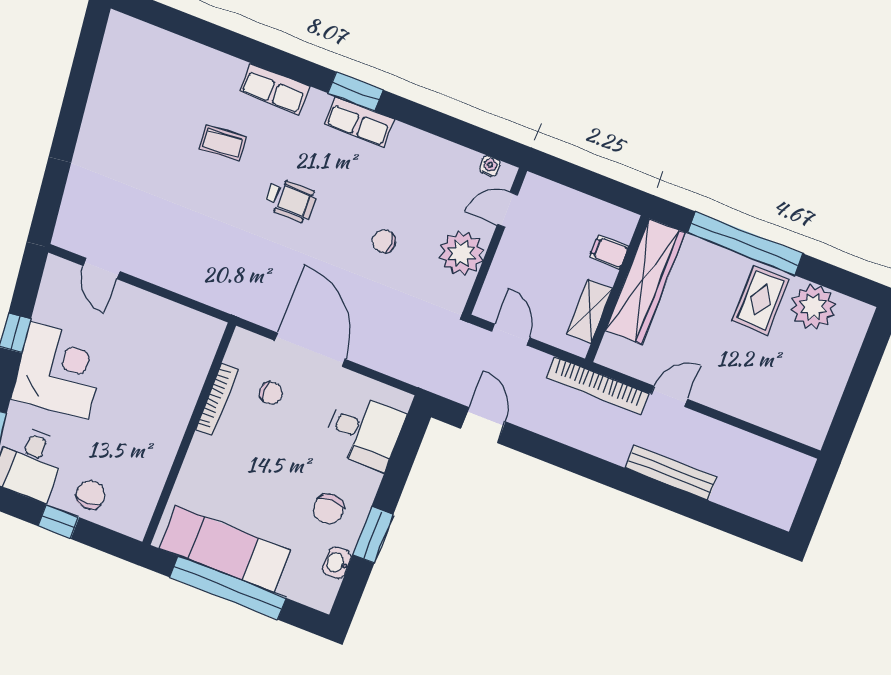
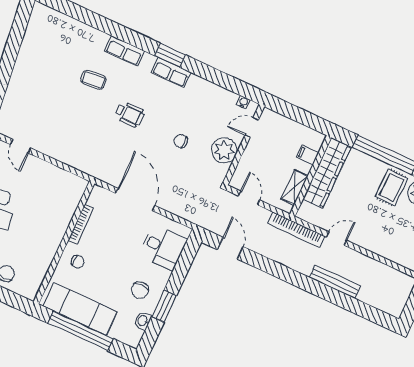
chair: (271, 393) -> (78, 262), moved

